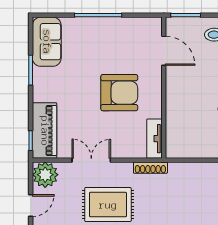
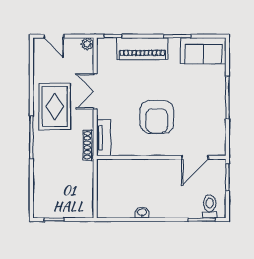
piano: (45, 131) -> (142, 49), moved
tv unit: (154, 139) -> (104, 138), moved, turned 90
double door: (91, 160) -> (95, 91), swing flipped
plant: (45, 175) -> (87, 44), width x0.53, depth x0.53

